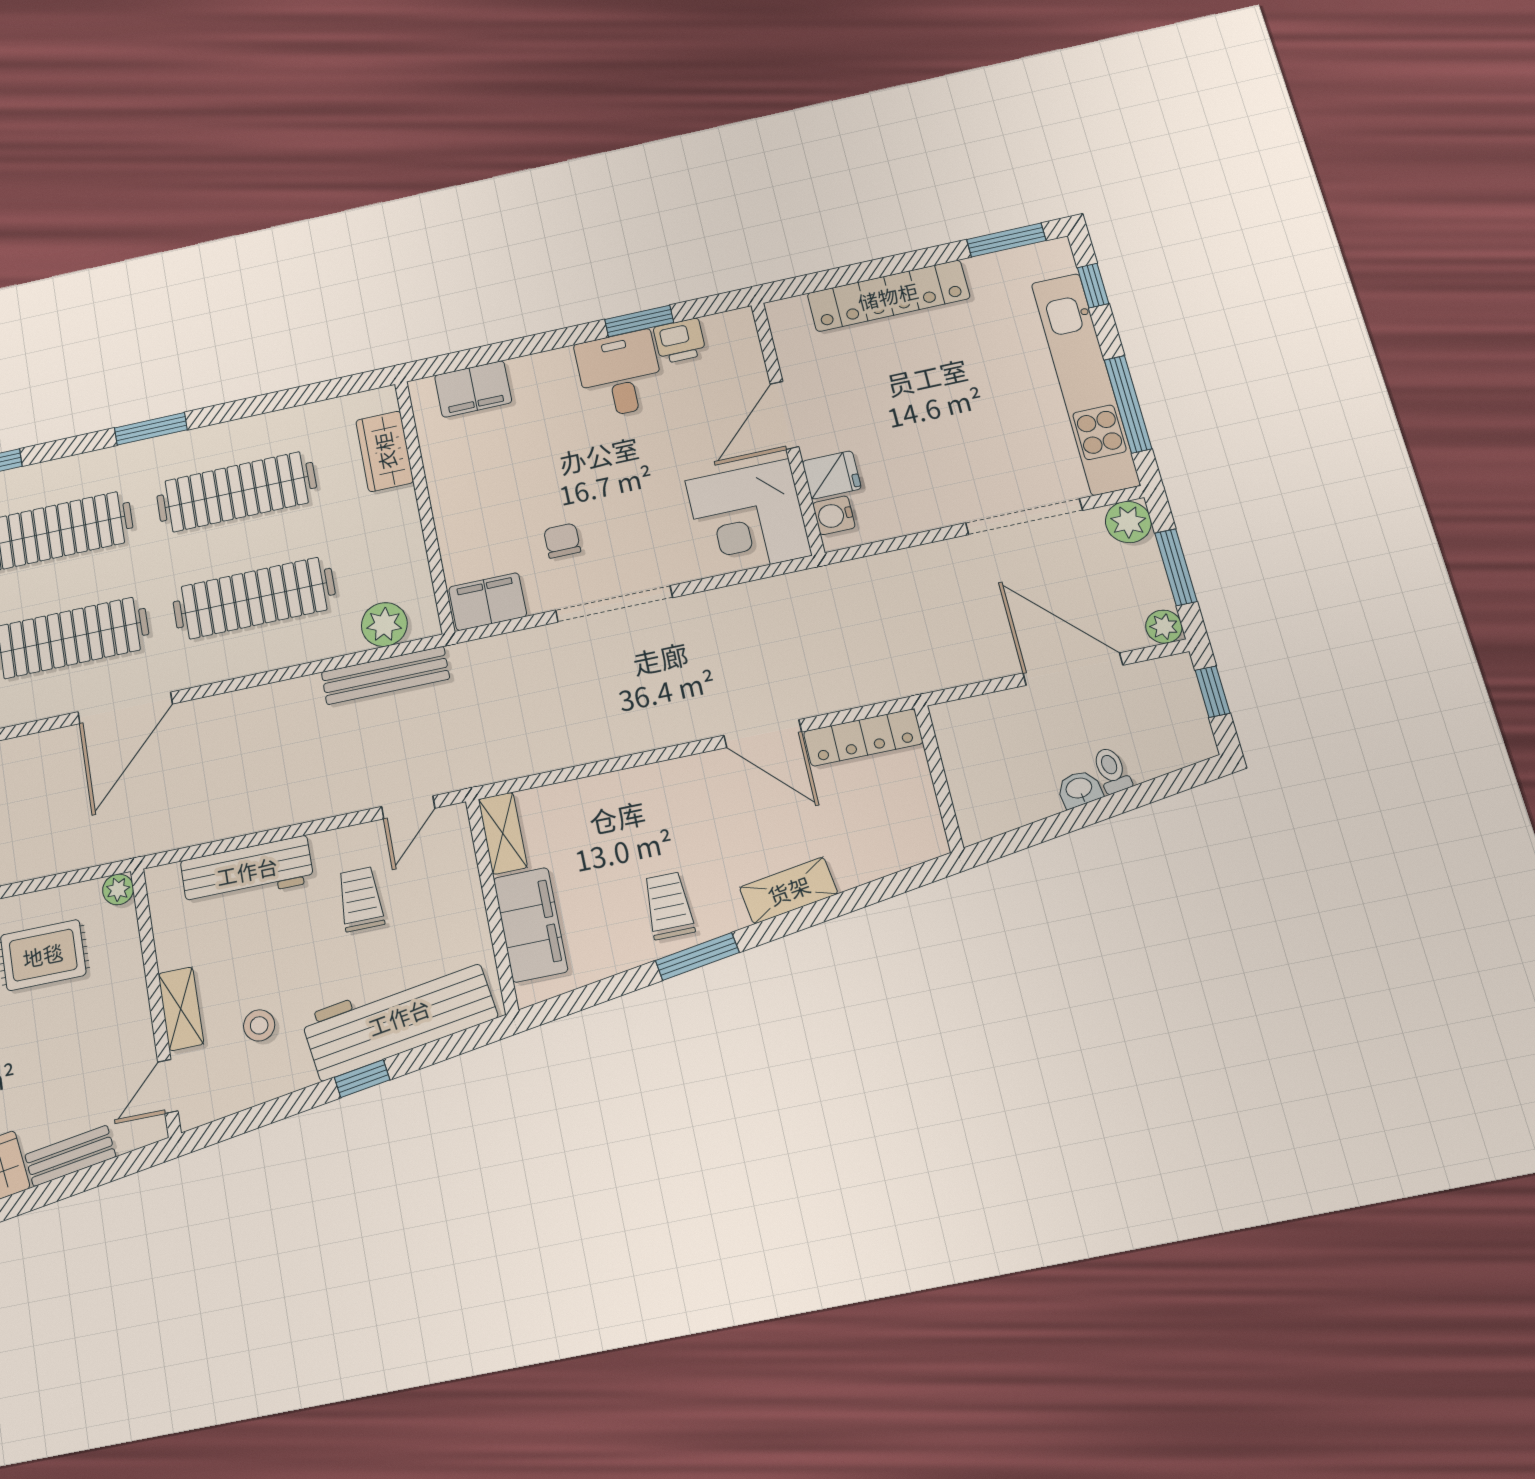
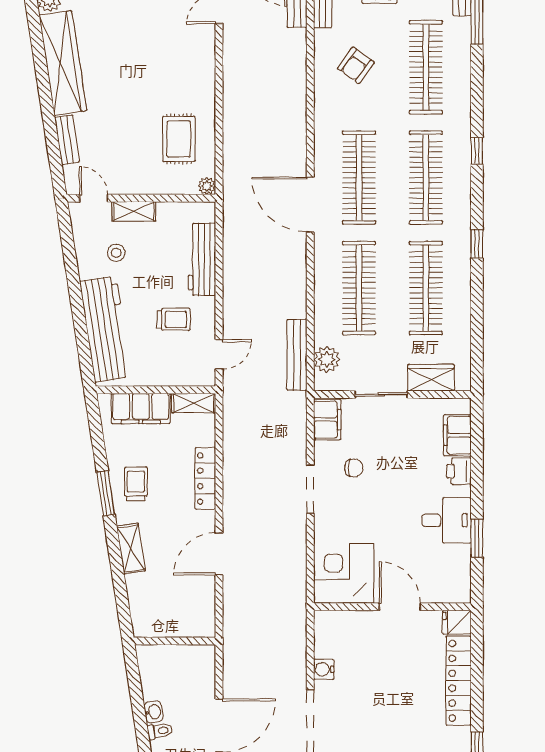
printer: (680, 341) -> (459, 471), moved
window: (151, 429) -> (477, 244), width x0.67
fridge: (832, 475) -> (457, 622), moved, turned 90
water cooler: (834, 515) -> (324, 669), moved, turned -90
sliding door: (428, 524) -> (381, 394), added
doorway: (614, 604) -> (310, 489), width x0.73
locker: (863, 738) -> (205, 478), moved
door: (408, 807) -> (219, 354), swing flipped
trolley: (669, 906) -> (136, 484), turned -90
window: (362, 1079) -> (77, 304), removed

